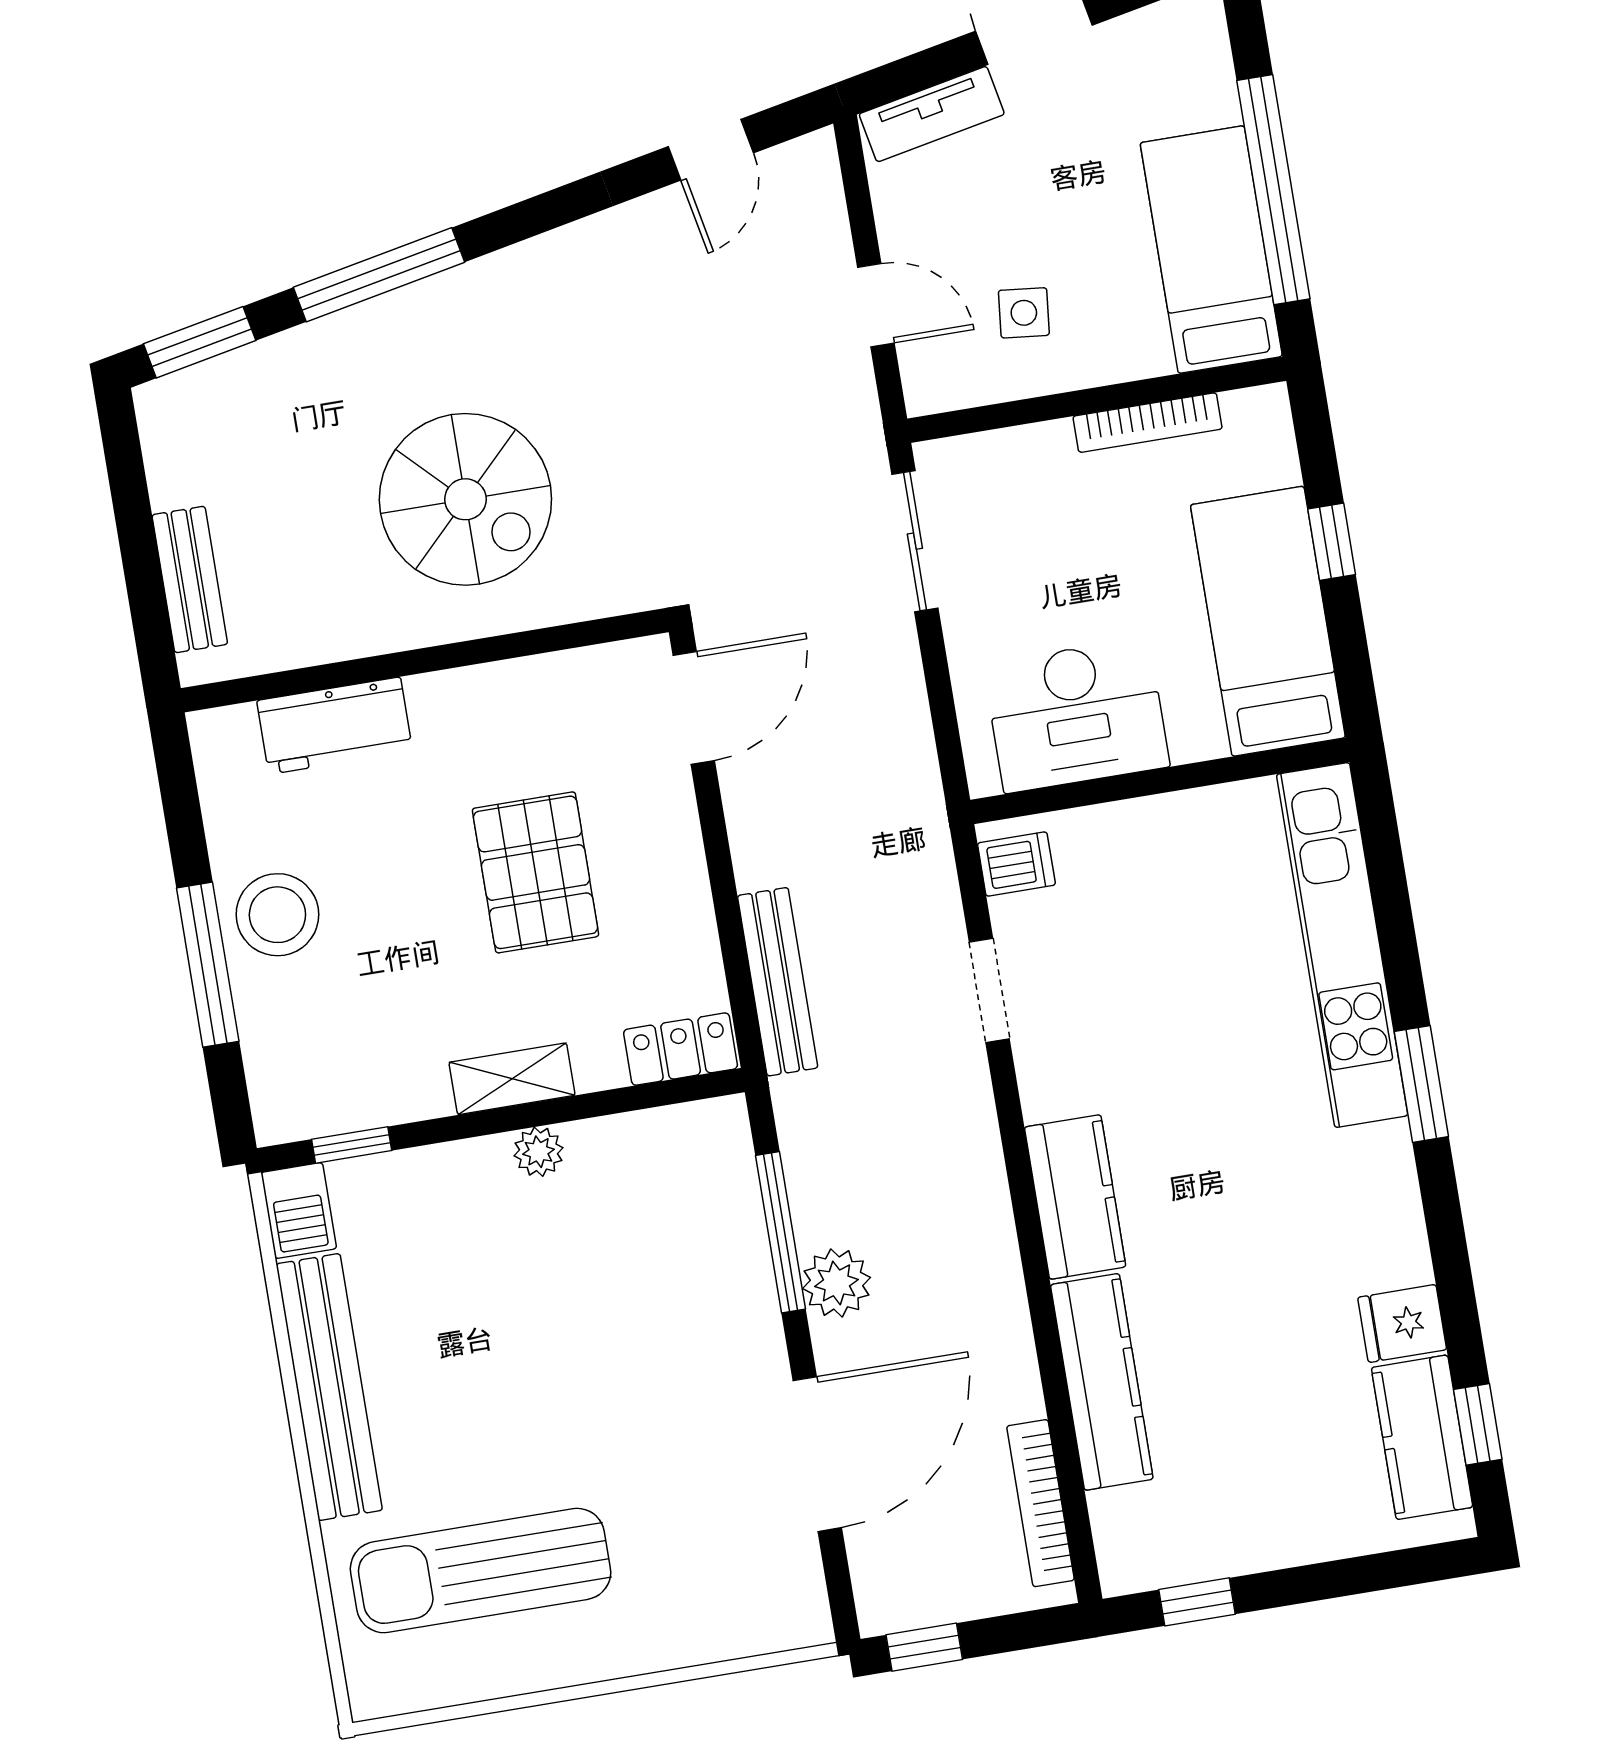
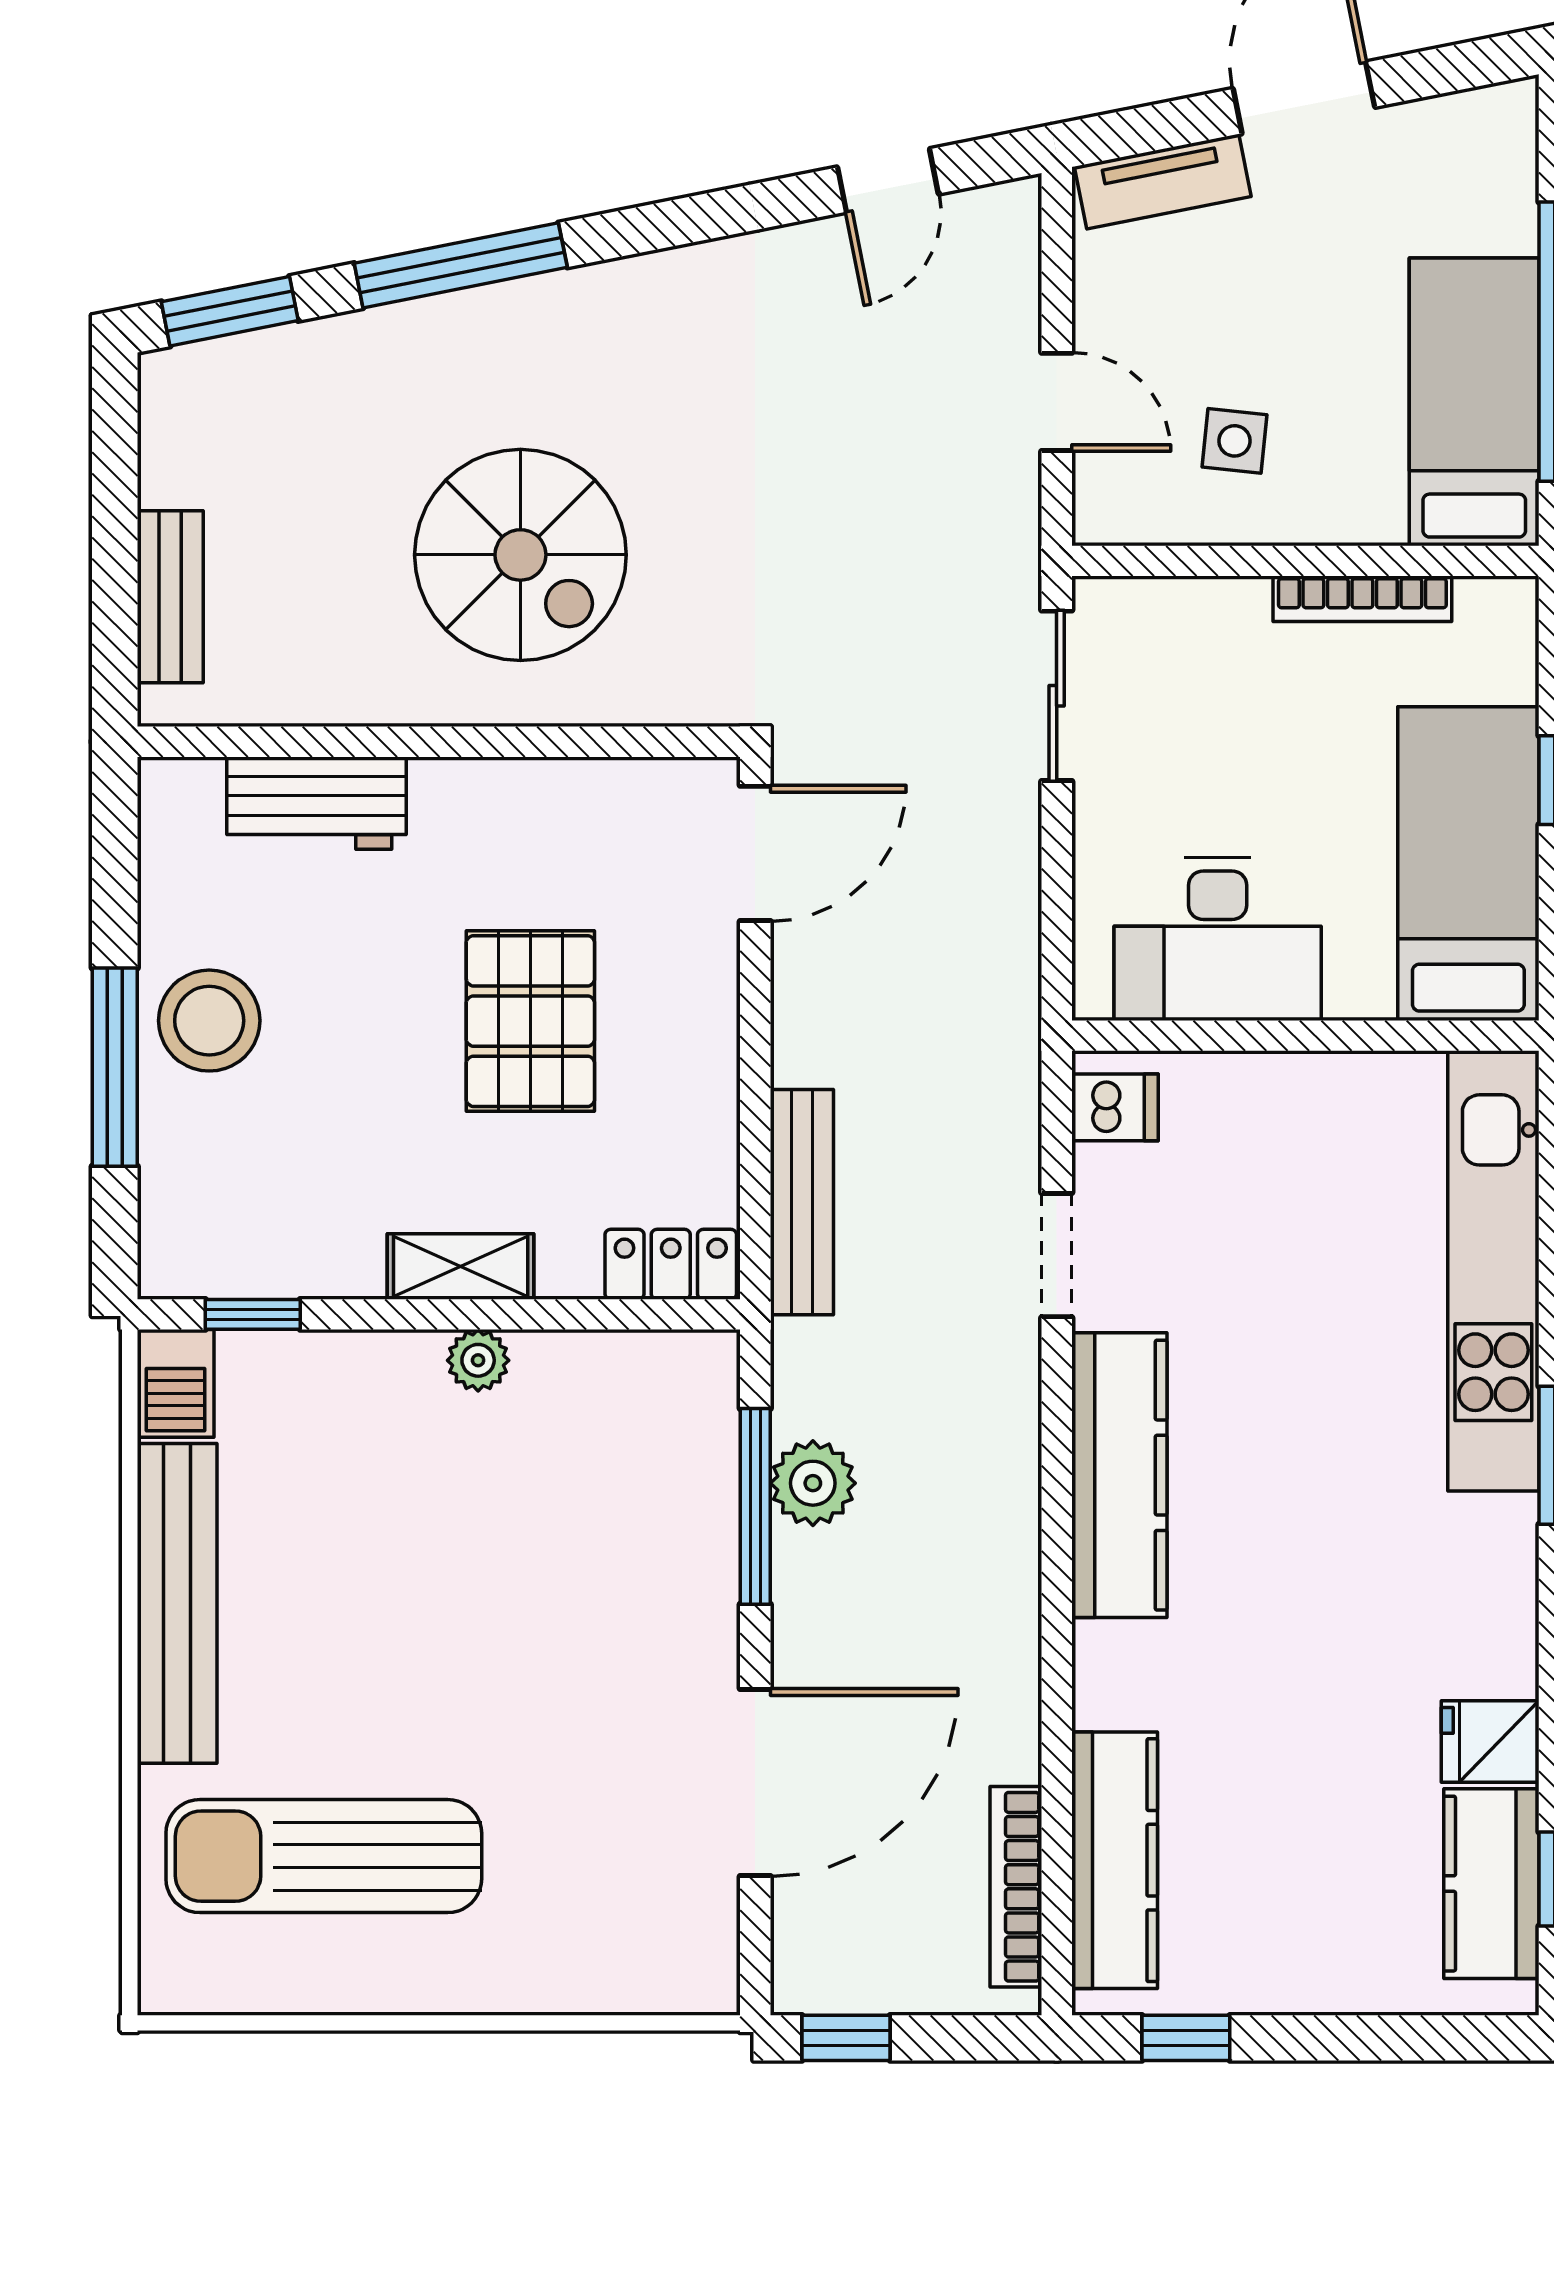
kitchen counter: (1075, 1197) -> (1119, 1475), width x1.50
plant: (836, 1283) -> (813, 1483), moved
kitchen counter: (1102, 1382) -> (1115, 1860), moved

